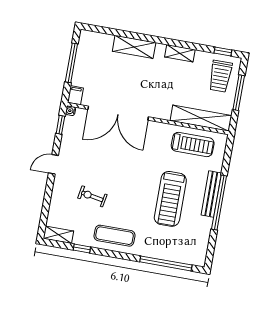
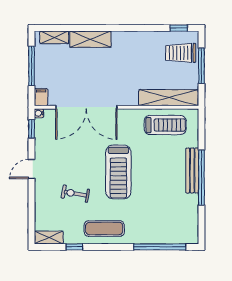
shelving: (180, 53) -> (54, 37), moved
trolley: (220, 76) -> (181, 53), turned 90
treadmill: (170, 199) -> (118, 172), moved

